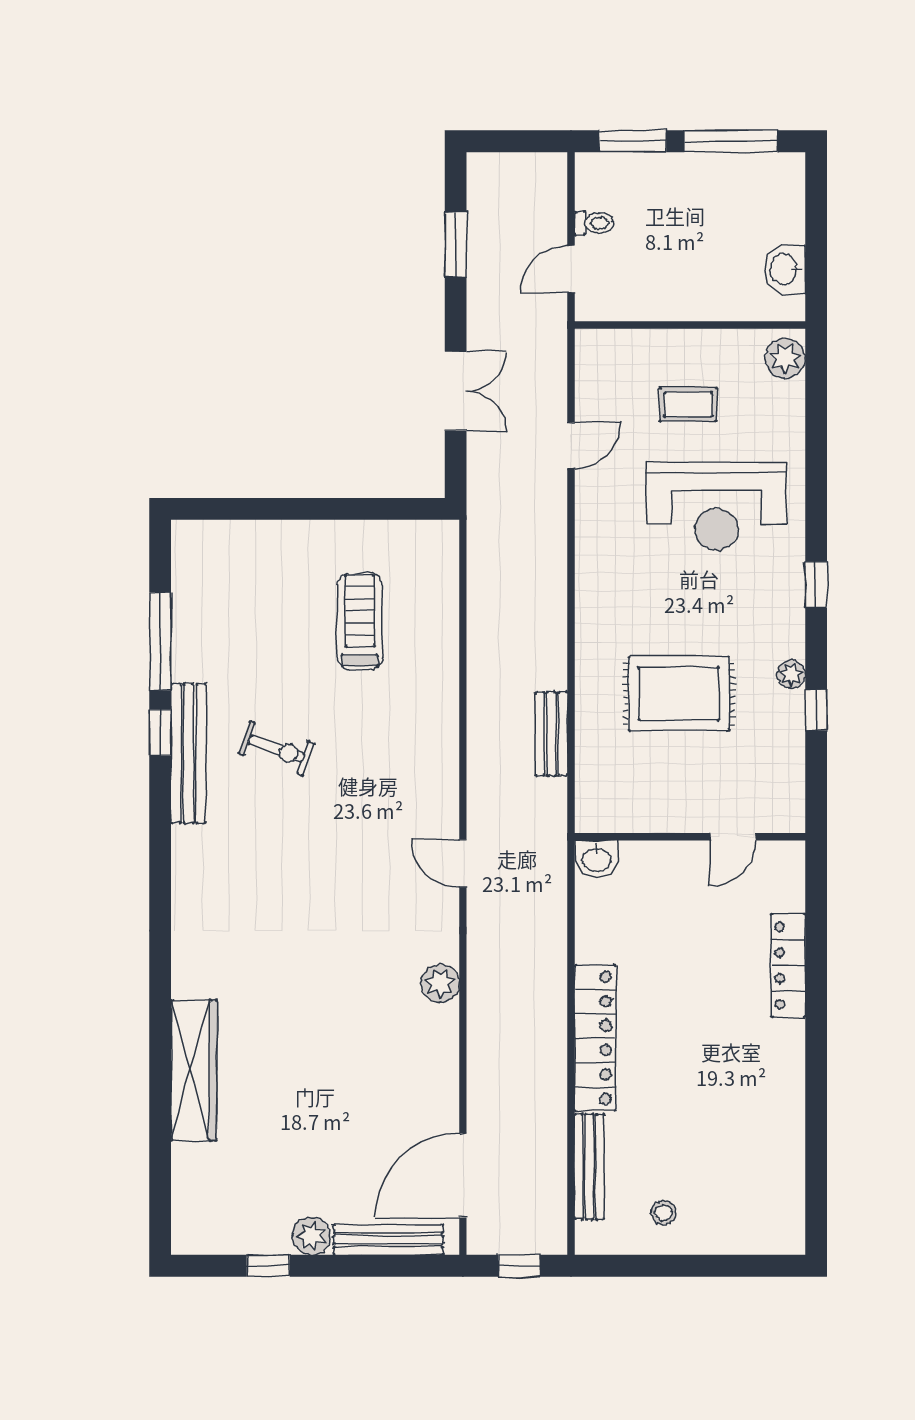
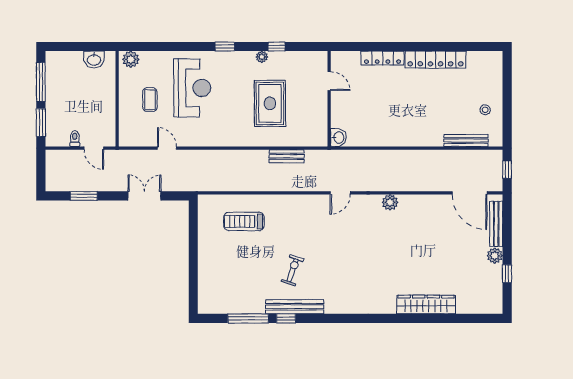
treadmill: (360, 621) -> (244, 221), moved
locker: (595, 1038) -> (435, 60), moved, turned 180

